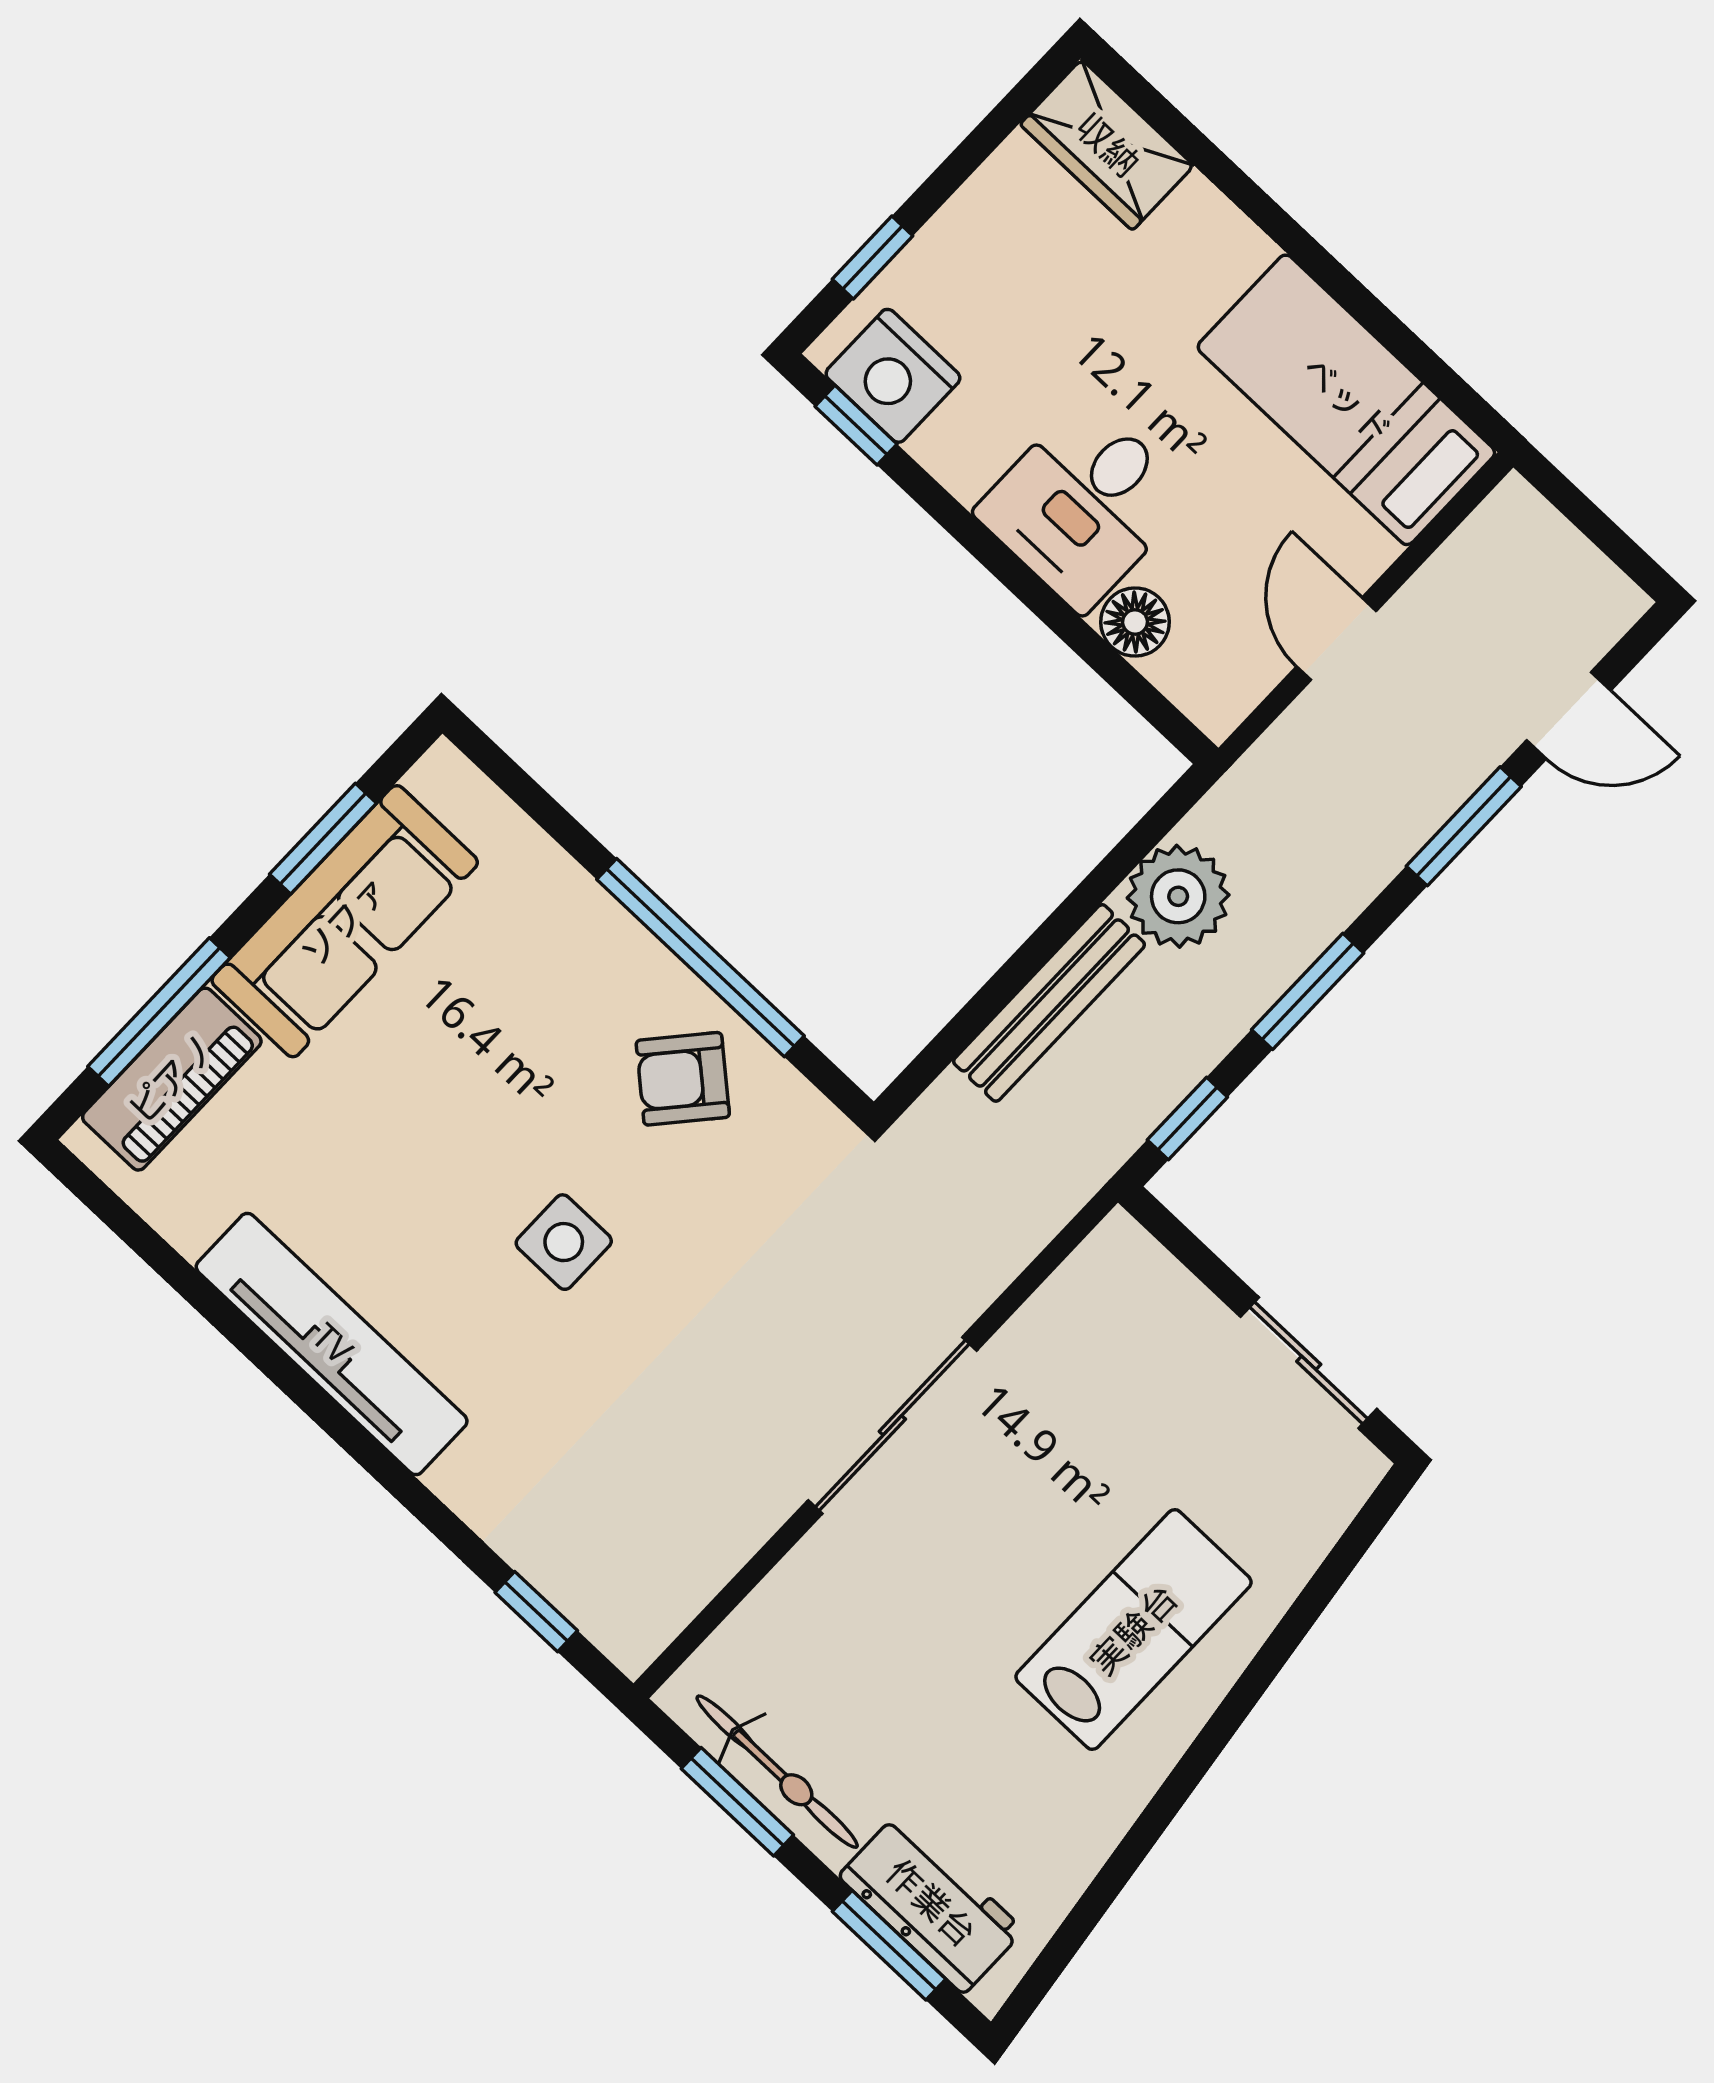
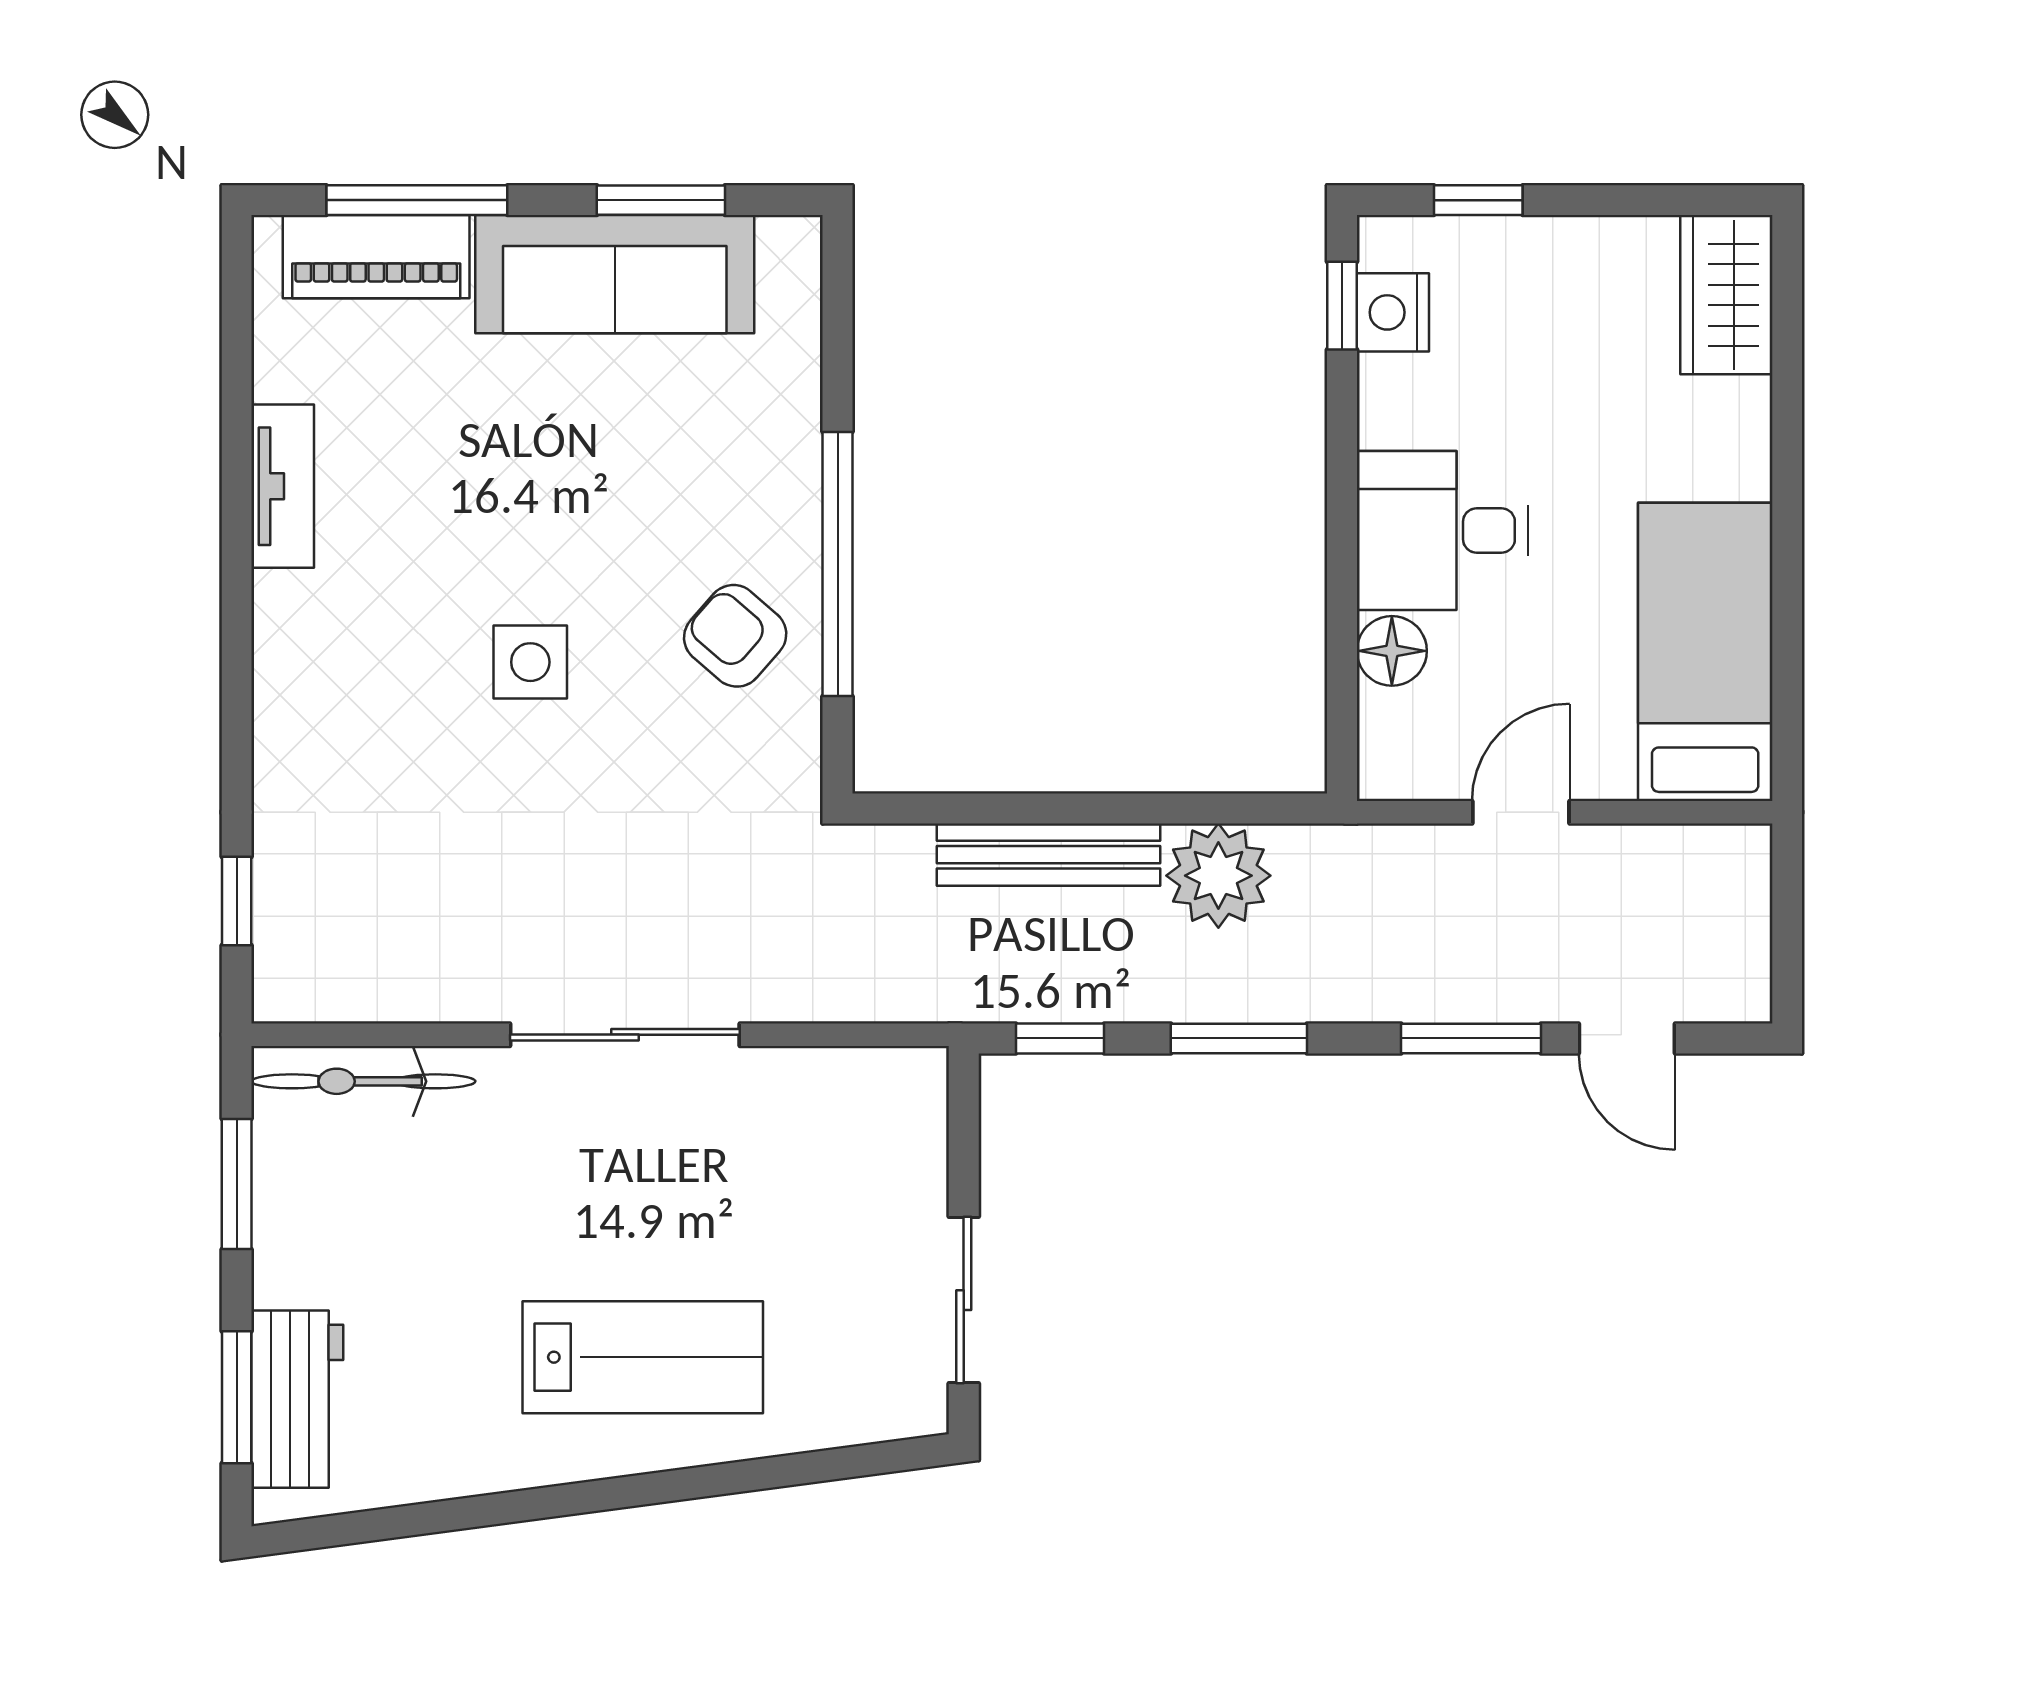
nightstand: (893, 376) -> (1393, 312), width x0.74, depth x0.75
tv unit: (332, 1344) -> (283, 486), width x0.52, depth x0.78
bicycle: (777, 1772) -> (363, 1081), moved, turned 90

